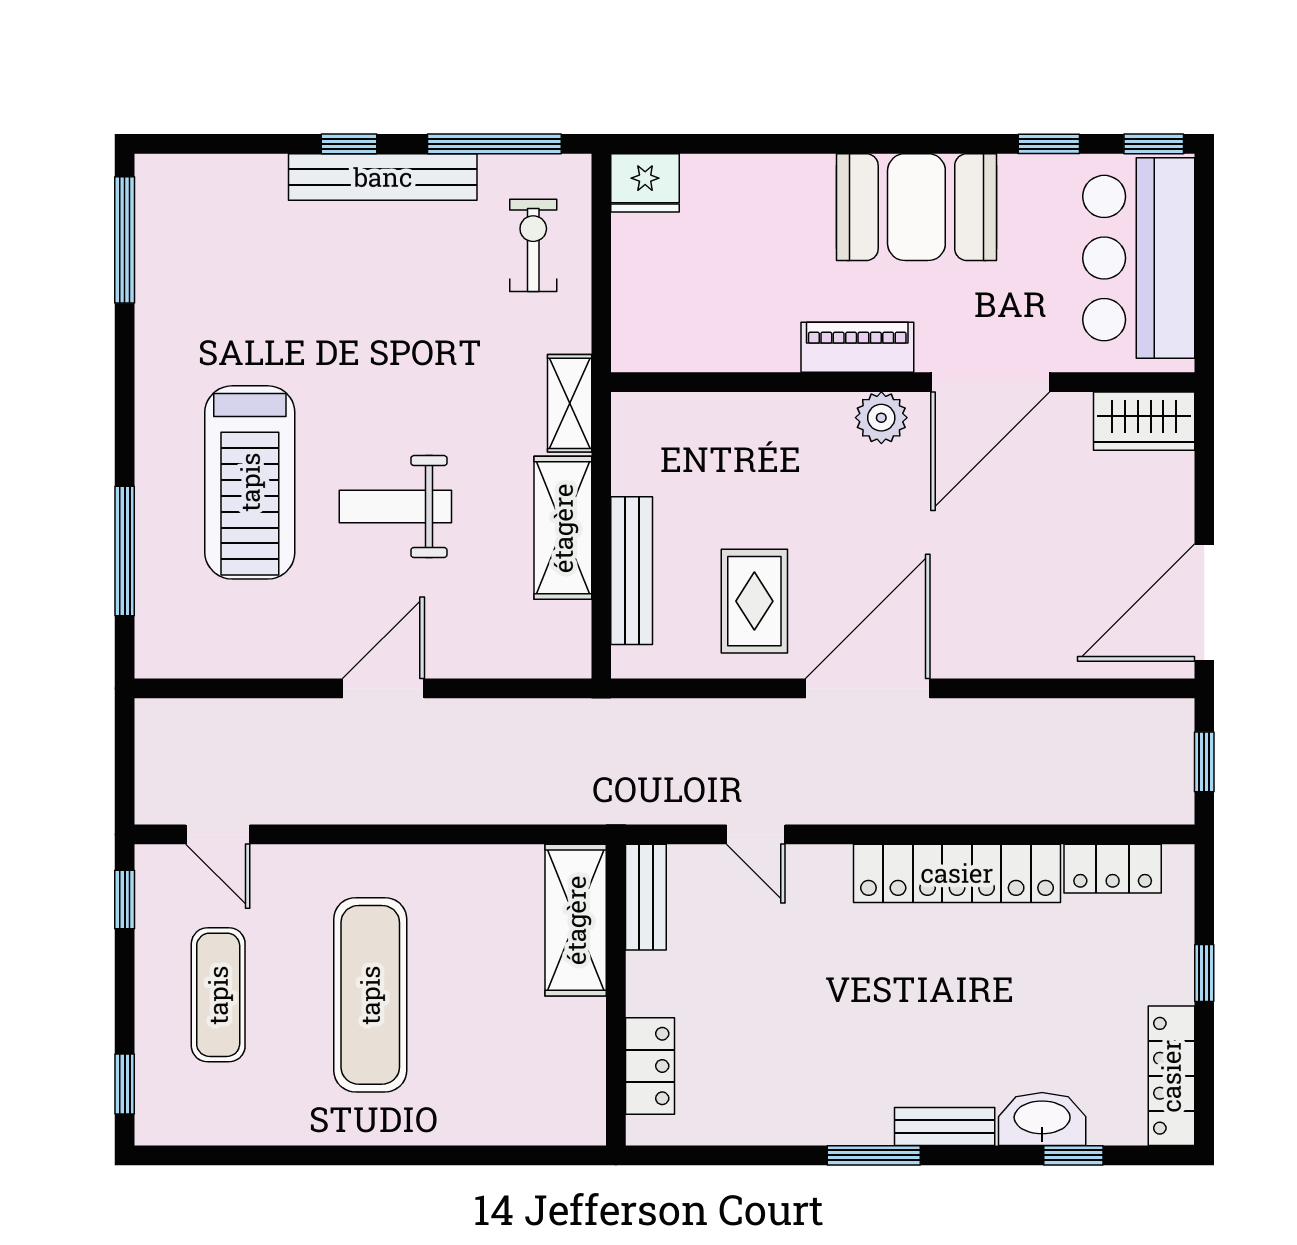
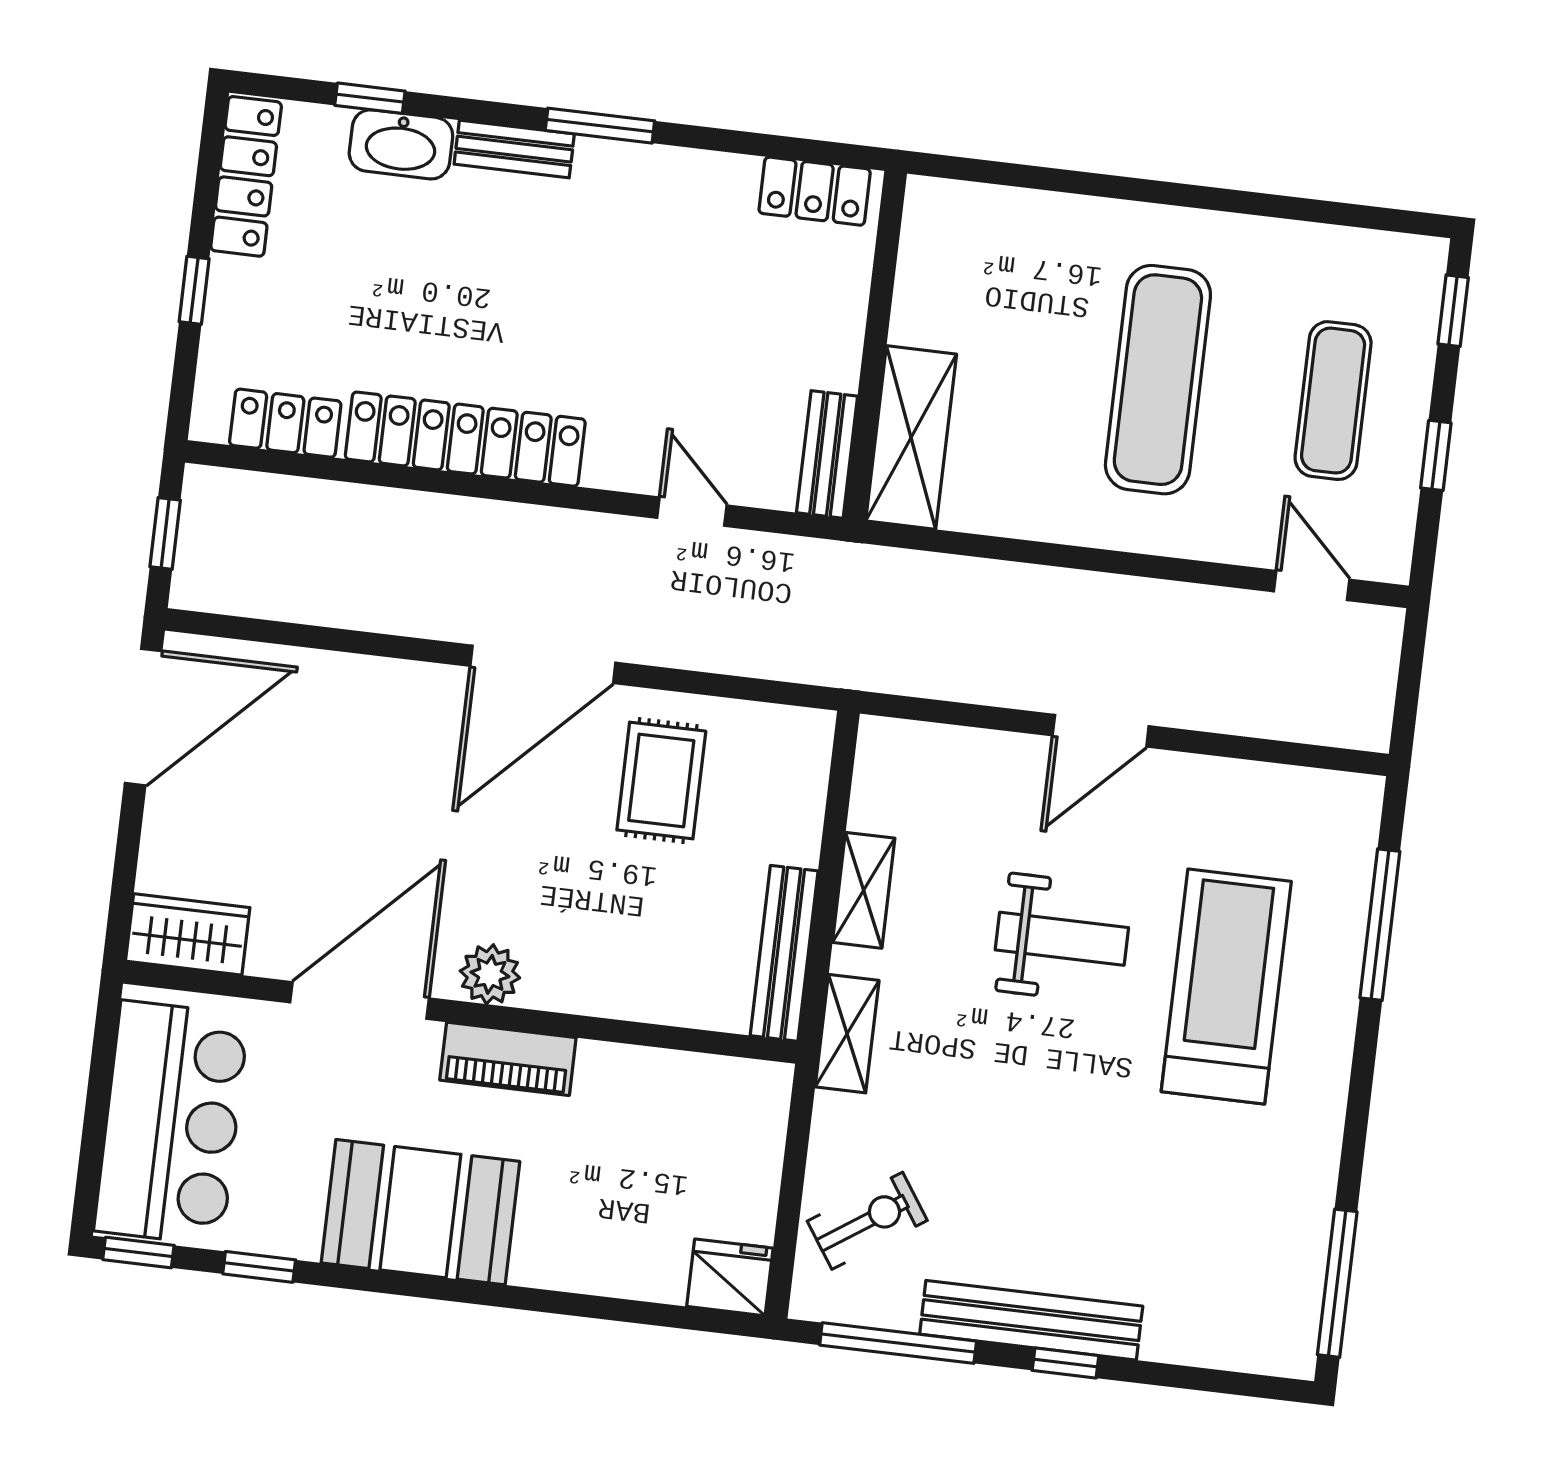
exercise bike: (533, 245) -> (867, 1221), turned -124
shelving: (563, 528) -> (864, 890), width x0.67, depth x0.75
bench: (632, 571) -> (784, 953), moved
window: (125, 900) -> (1436, 455), moved
locker: (650, 1066) -> (815, 191), moved, turned -90

